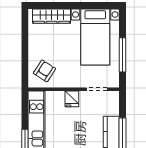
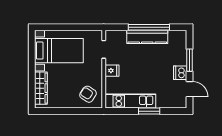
window: (122, 55) -> (74, 27), removed

